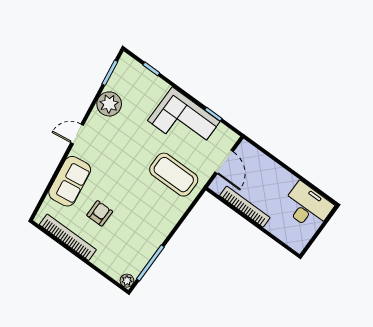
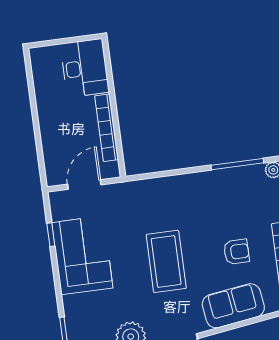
coffee table: (174, 175) -> (166, 261), moved
desk: (307, 206) -> (85, 68), moved, turned 180
armchair: (100, 213) -> (236, 252), turned 180

